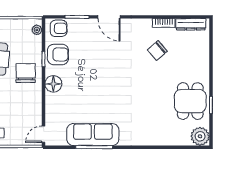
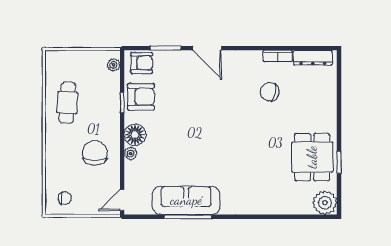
chair: (157, 51) -> (270, 92), turned 51
chair: (26, 73) -> (95, 153), moved
plant: (50, 98) -> (131, 153), added

